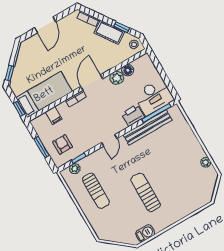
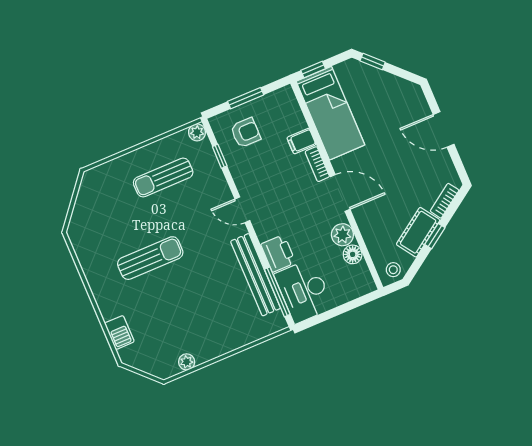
window: (122, 27) -> (435, 236), moved
filing cabinet: (54, 115) -> (301, 141), moved
plant: (75, 169) -> (197, 132), moved
barbecue: (145, 233) -> (119, 332), moved

